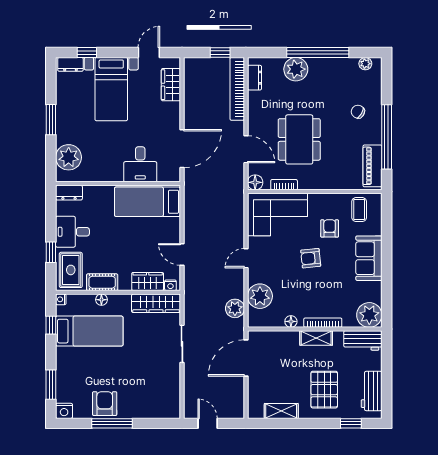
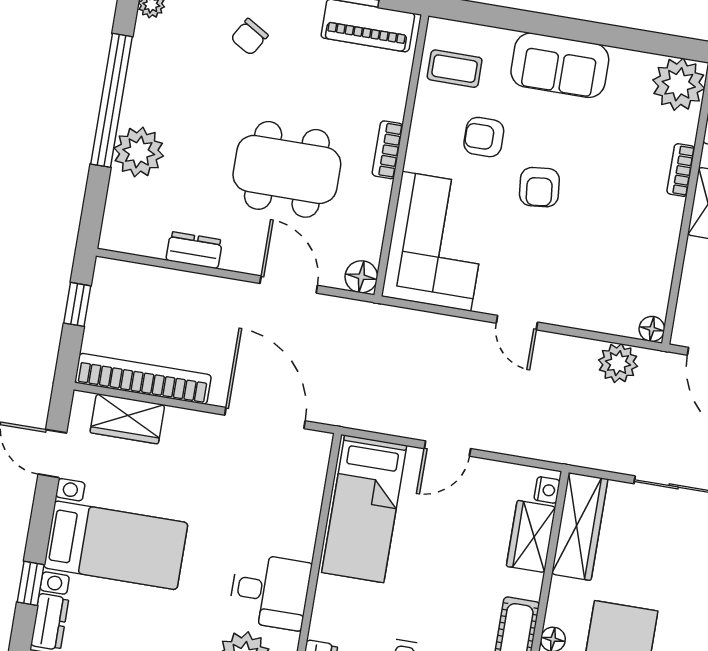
dresser: (255, 78) -> (194, 250), moved
bookcase: (237, 89) -> (143, 379), moved, turned 180
door: (246, 149) -> (289, 284), hinge flipped
desk: (140, 164) -> (270, 591), moved
bookcase: (284, 185) -> (388, 150), moved
door: (182, 254) -> (447, 449), moved
plant: (260, 296) -> (601, 307), removed
floor lamp: (291, 321) -> (652, 329), moved
bookcase: (323, 323) -> (681, 170), width x0.64

